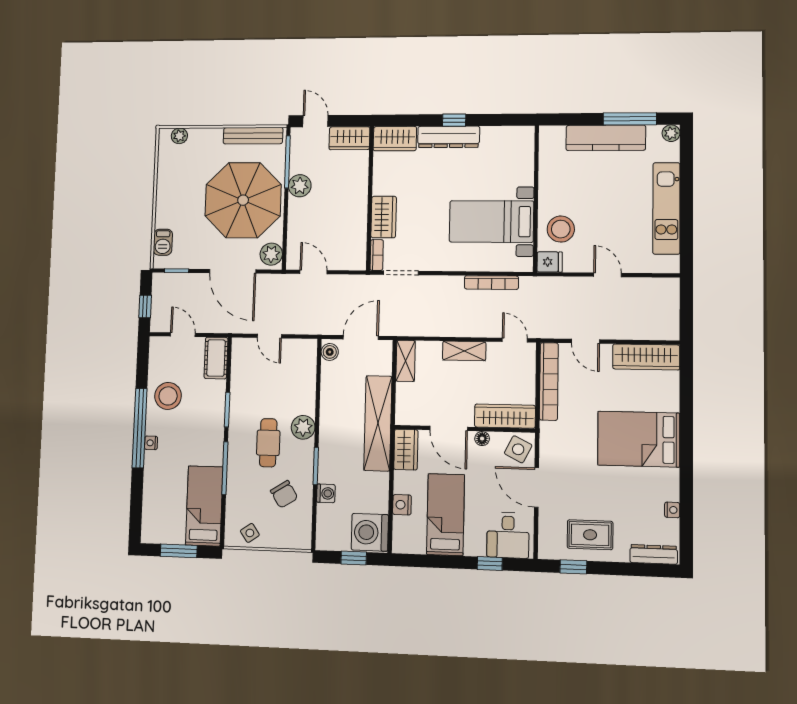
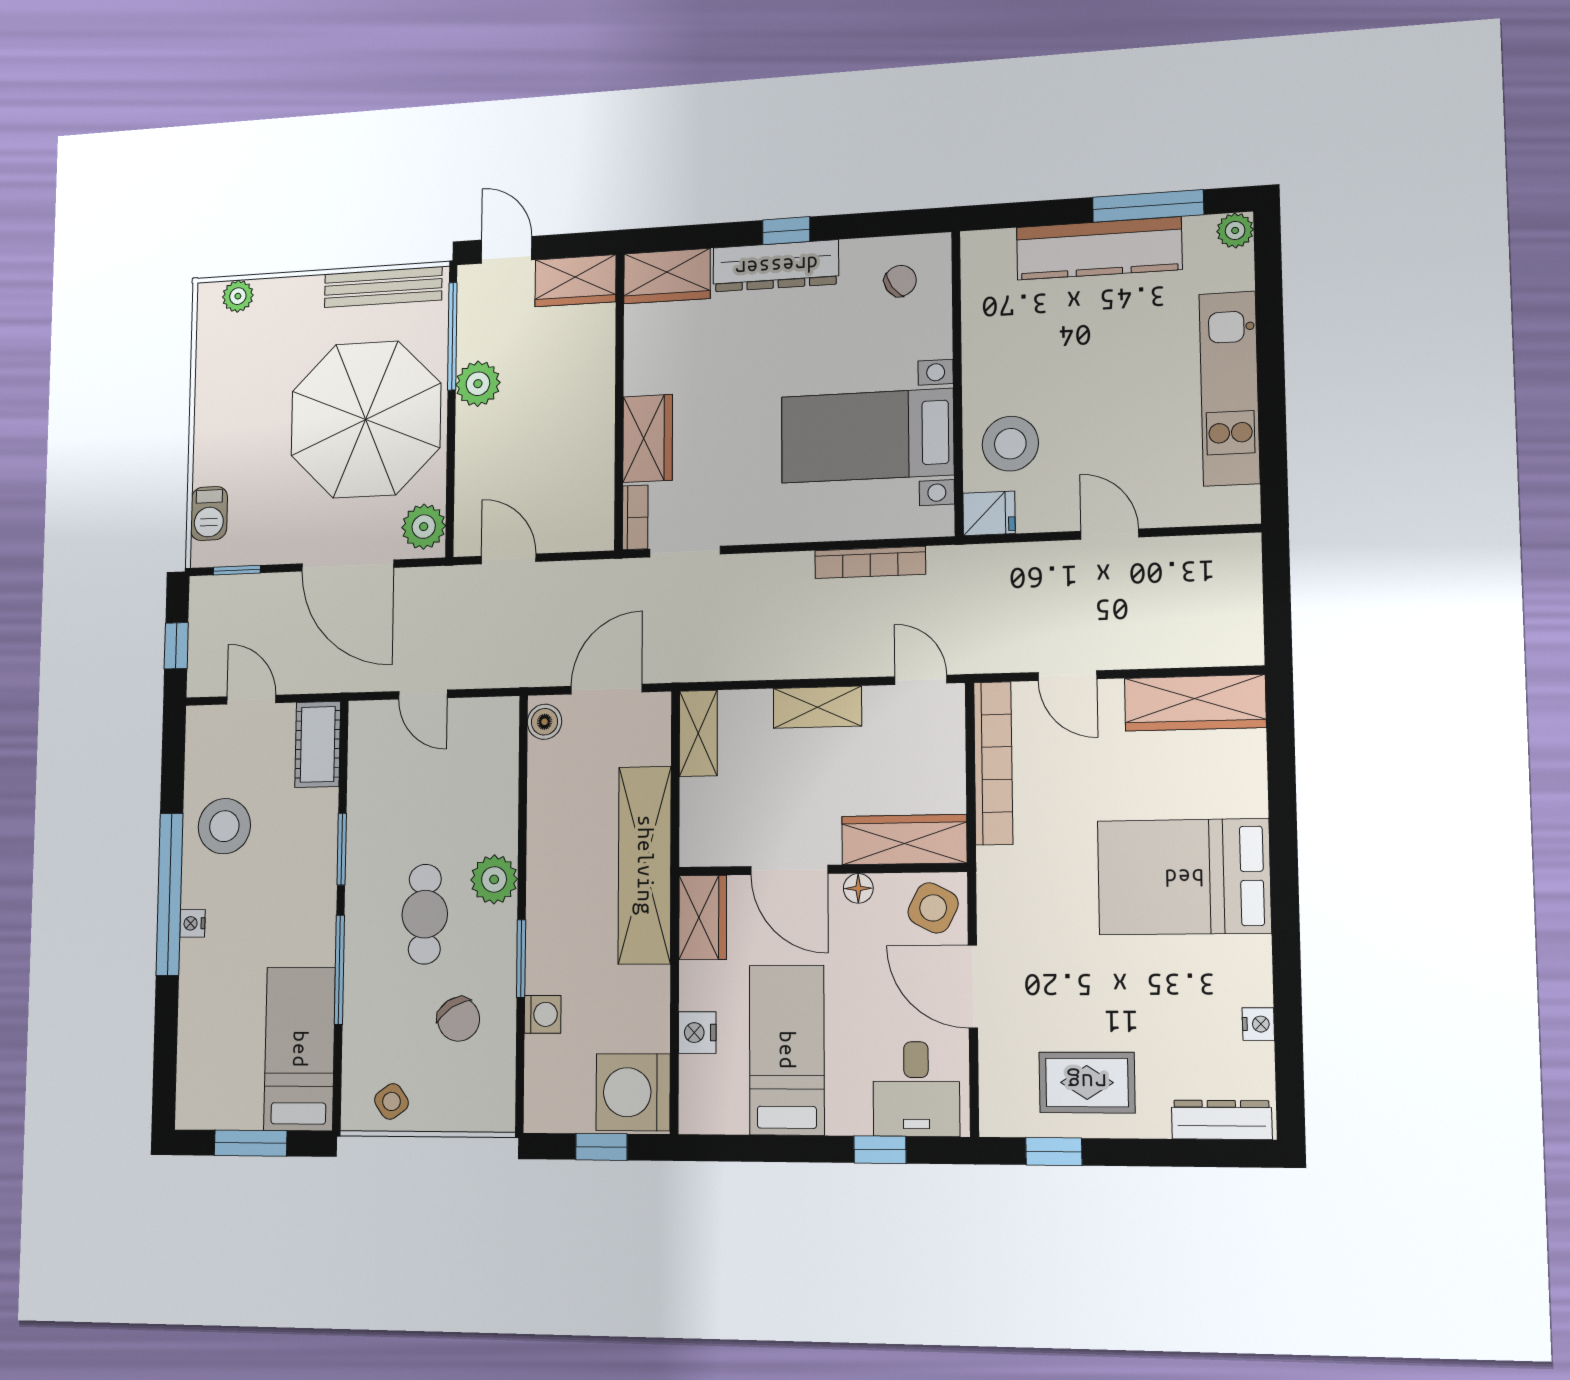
chair: (509, 148) -> (900, 281), added

